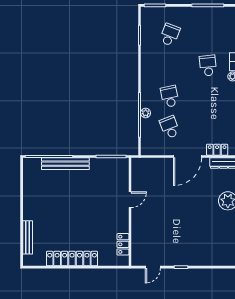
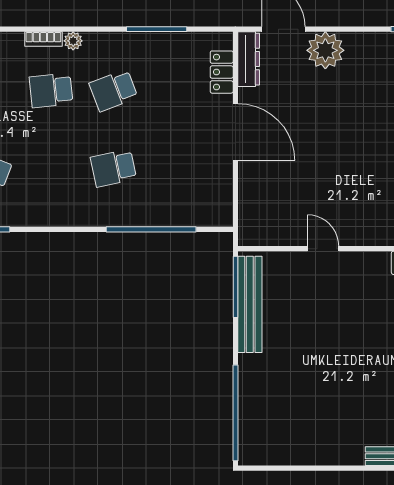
plant: (146, 113) -> (147, 217), removed
school desk: (170, 127) -> (114, 90), moved
bench: (65, 164) -> (250, 304), moved

